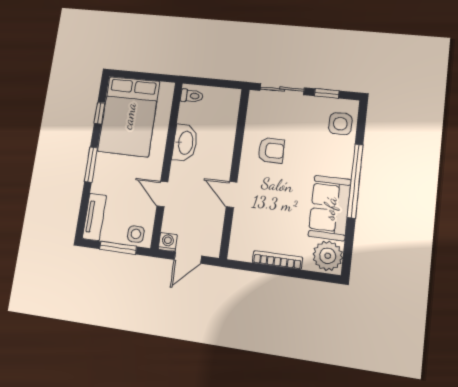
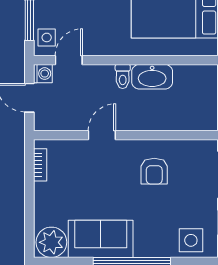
toilet: (192, 96) -> (123, 77), moved
door: (162, 194) -> (69, 60), moved
bookcase: (277, 260) -> (40, 165), moved, width x0.64

